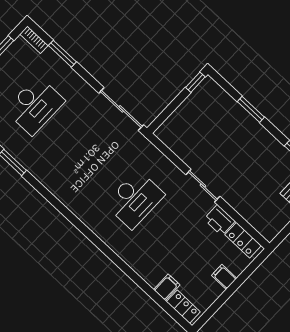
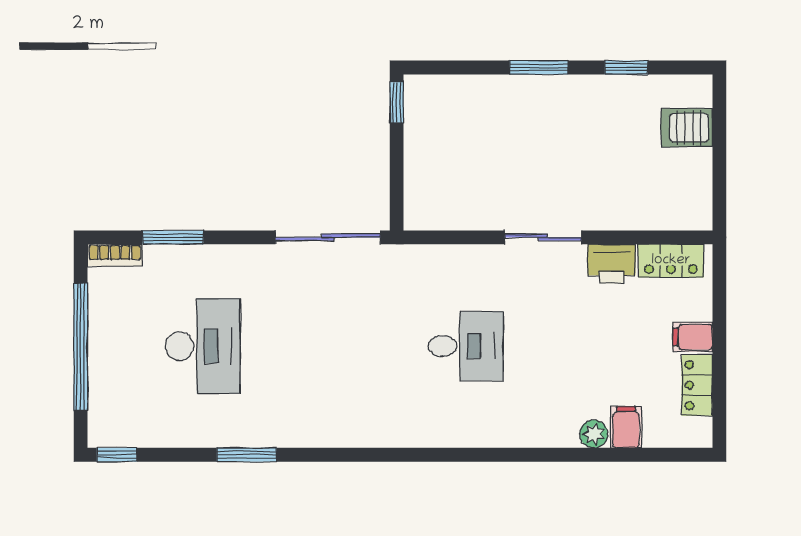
window: (251, 109) -> (539, 67), moved
desk: (135, 199) -> (466, 346), width x0.73
plant: (152, 278) -> (594, 434), added
locker: (183, 307) -> (697, 385), moved, turned -90

